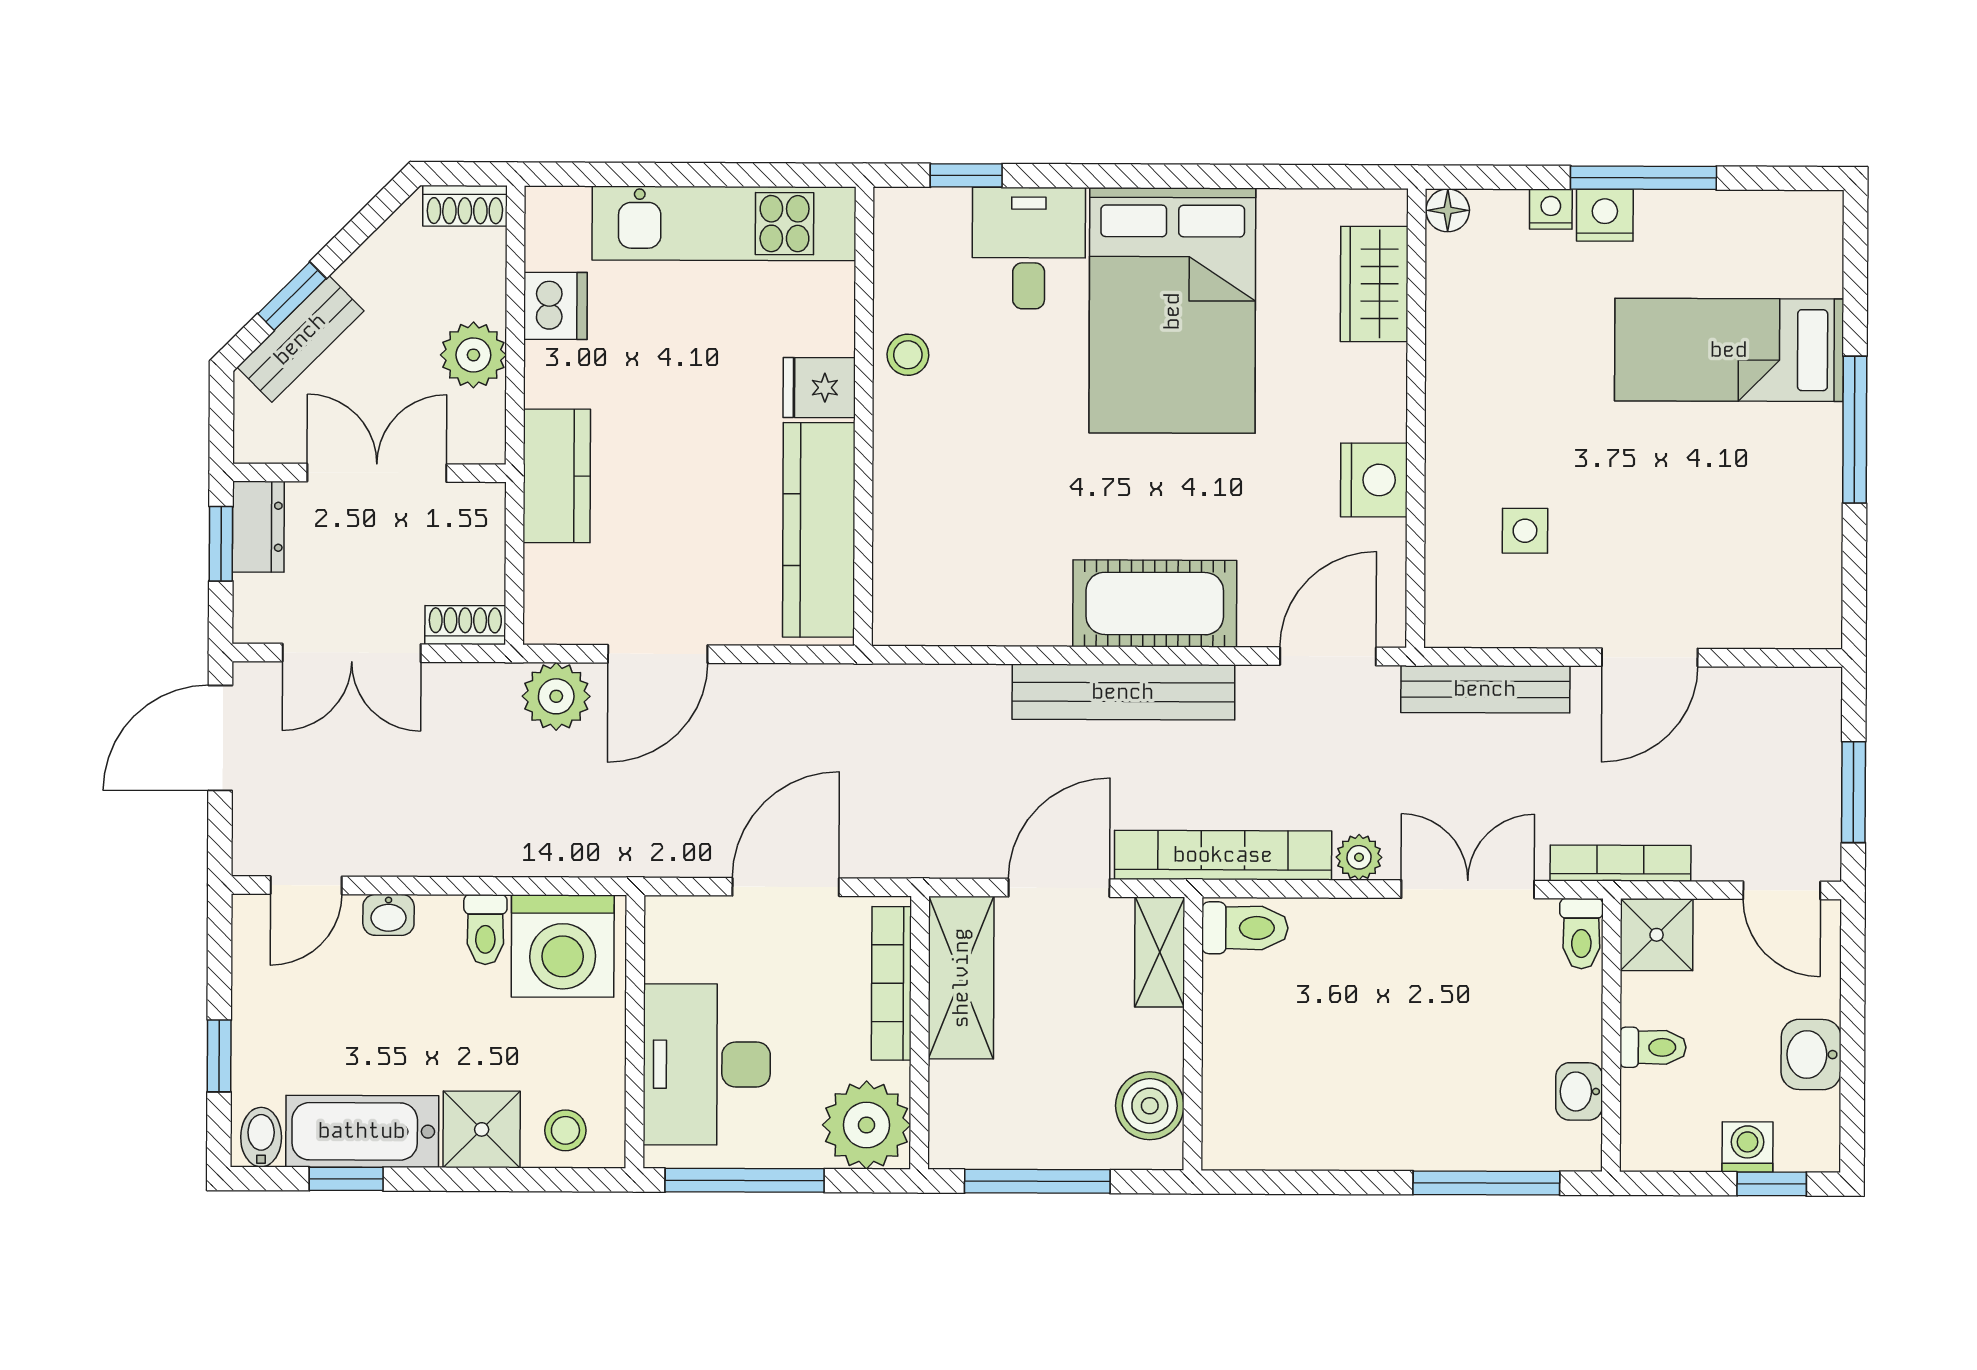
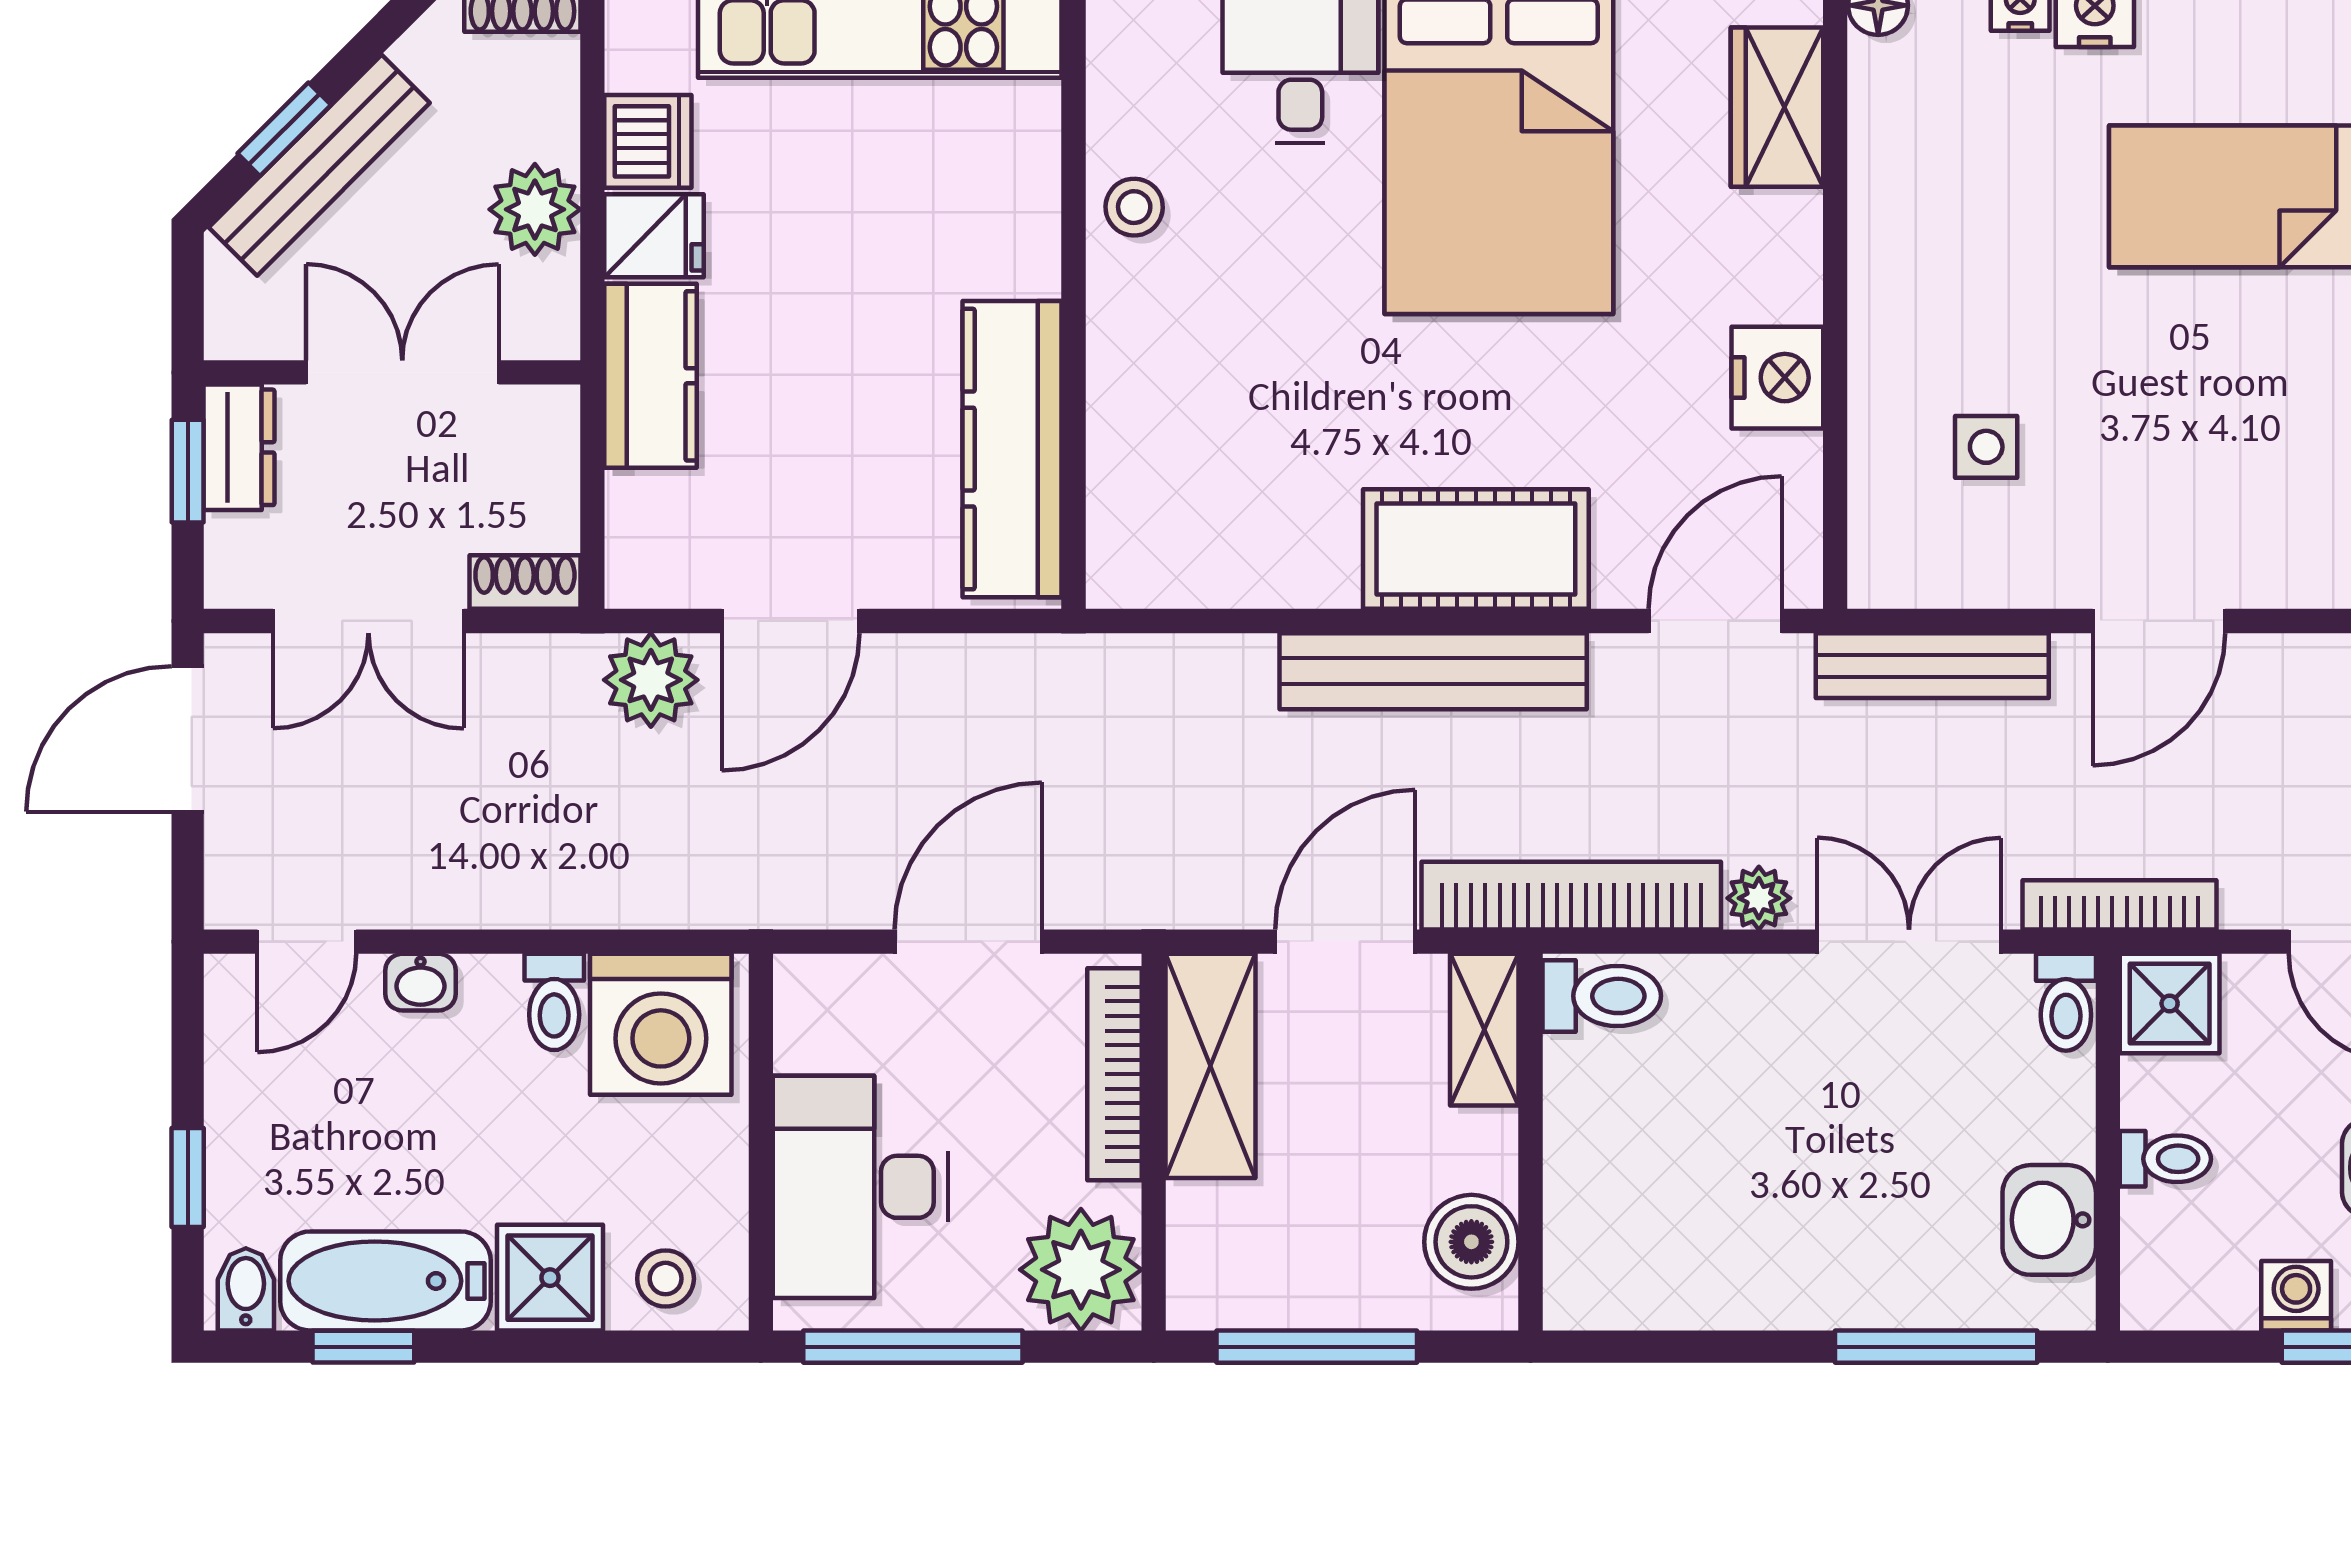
bench: (300, 339) -> (319, 165), width x1.36
fridge: (819, 388) -> (654, 236), moved, turned 180
washbasin: (1579, 1091) -> (2049, 1220), width x1.38, depth x1.45

